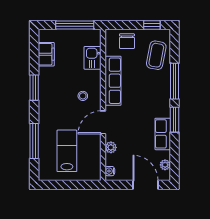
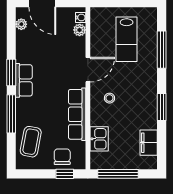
window: (152, 25) -> (65, 174), moved
row of seats: (163, 134) -> (24, 80), moved
plant: (111, 147) -> (80, 30), moved

